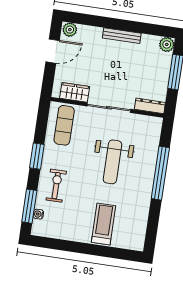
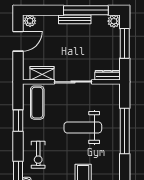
window: (136, 27) -> (86, 10), added
window: (37, 156) -> (18, 121), moved
weight bench: (112, 162) -> (83, 127), turned 90
exercise bike: (56, 186) -> (38, 155), turned 180

